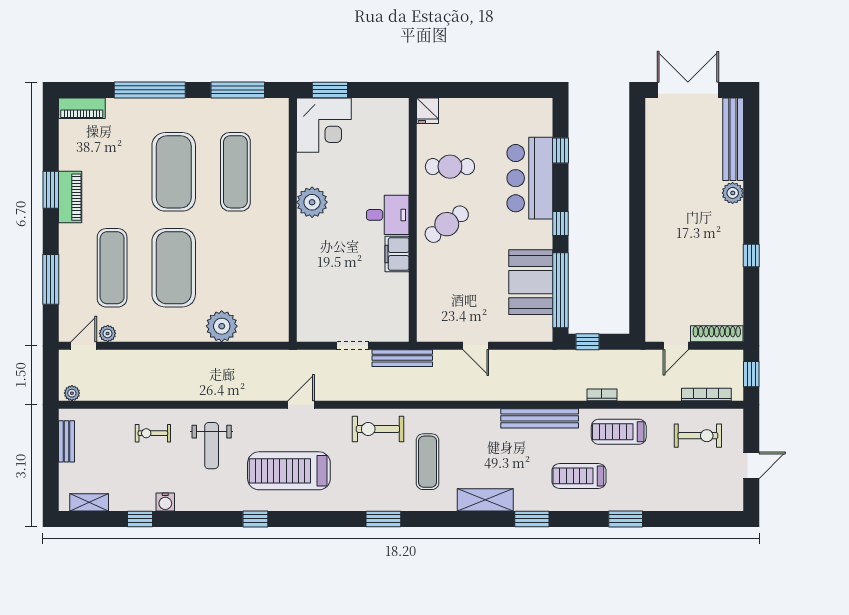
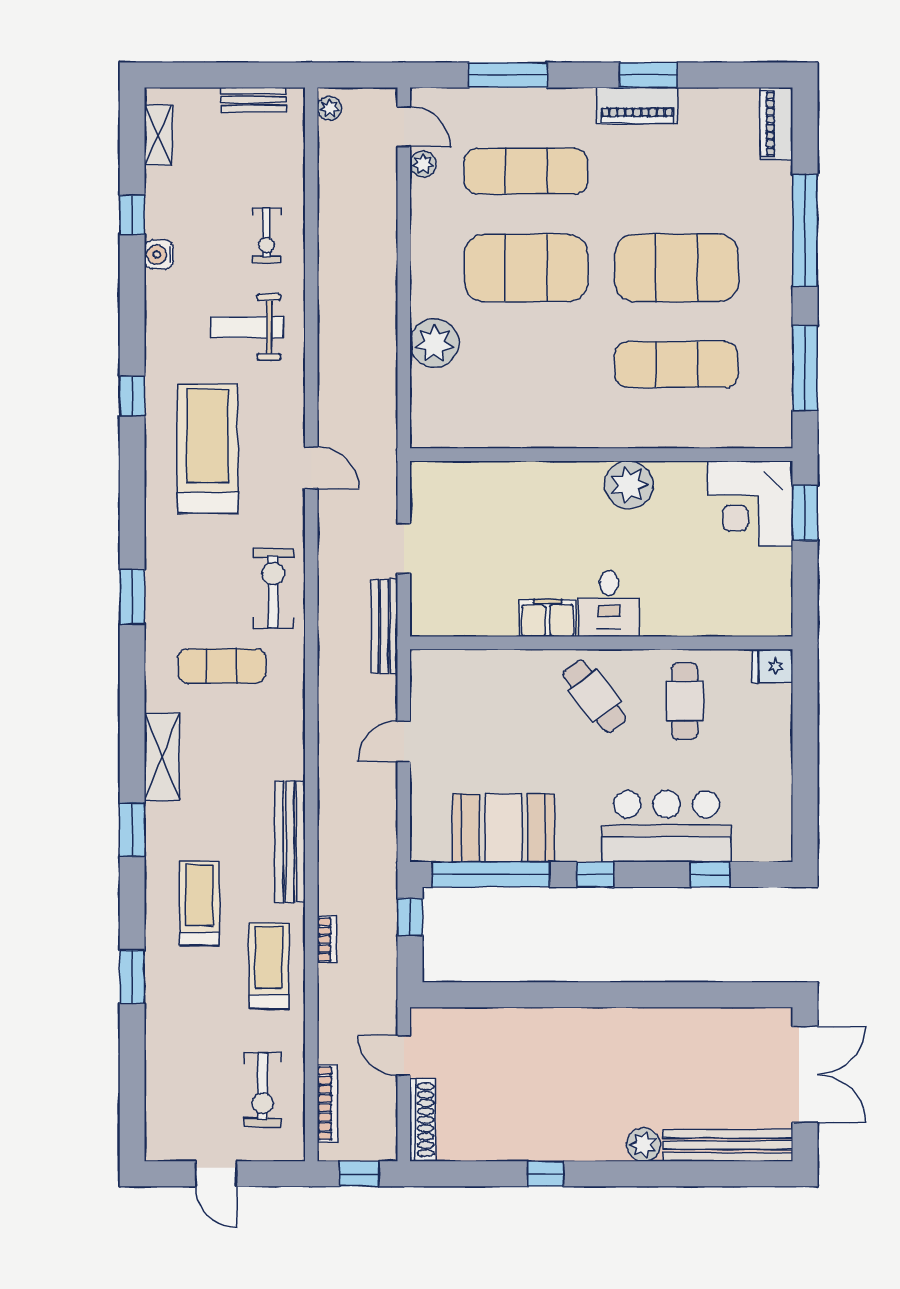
exercise bike: (153, 433) -> (267, 235), turned 180

